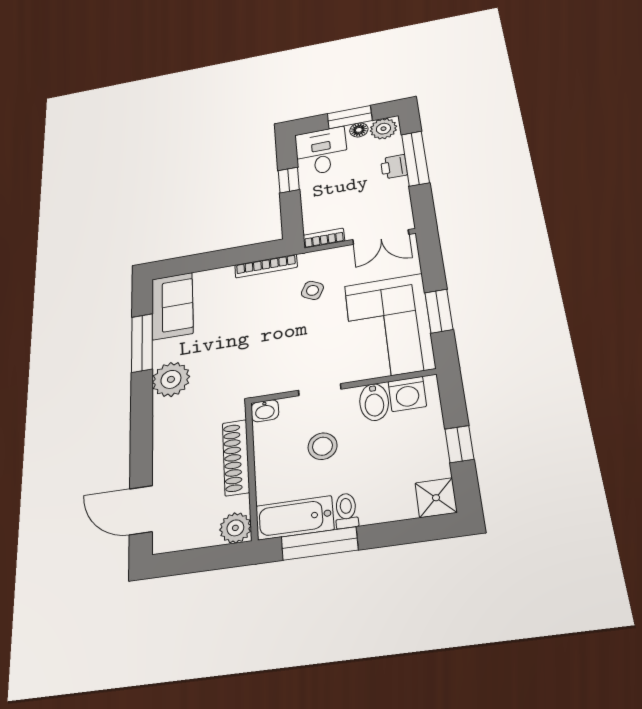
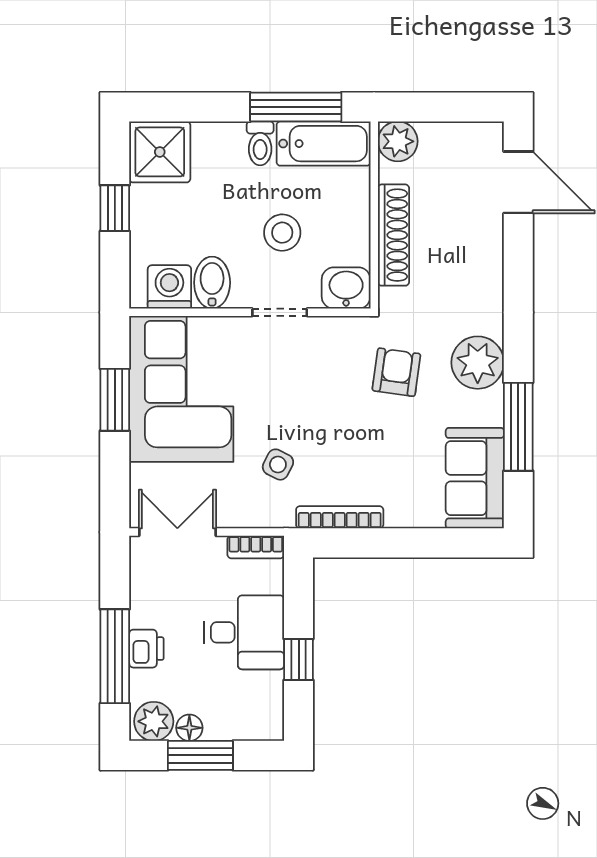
desk: (321, 151) -> (244, 632), moved, turned -90
armchair: (230, 363) -> (396, 372), added
washbasin: (265, 411) -> (346, 288), width x1.38, depth x1.45
shower: (436, 498) -> (160, 152), width x1.36, depth x1.36

